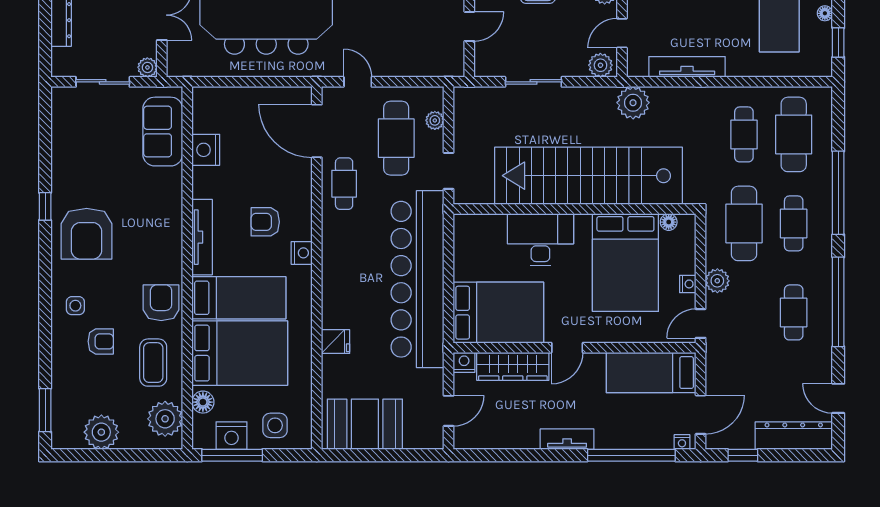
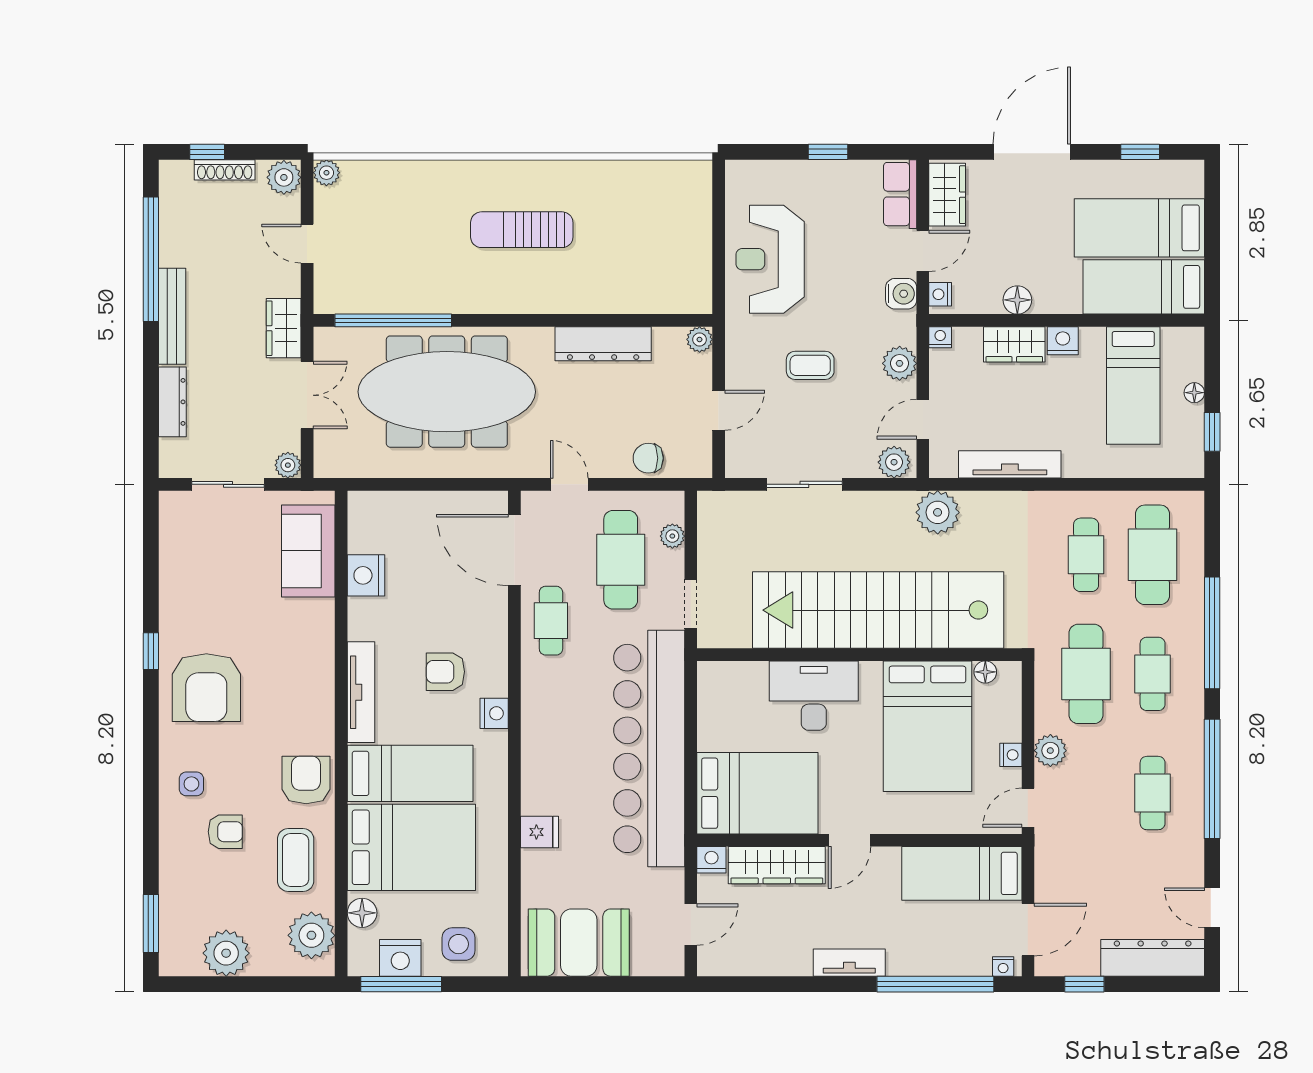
chair: (417, 62) -> (648, 458), added

